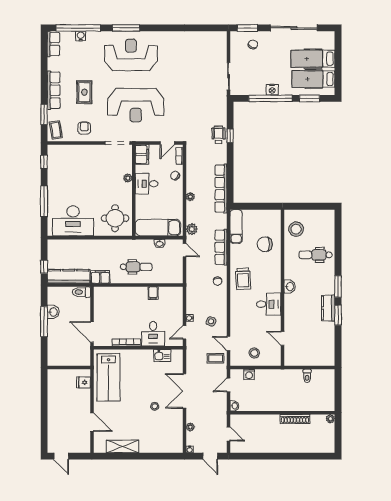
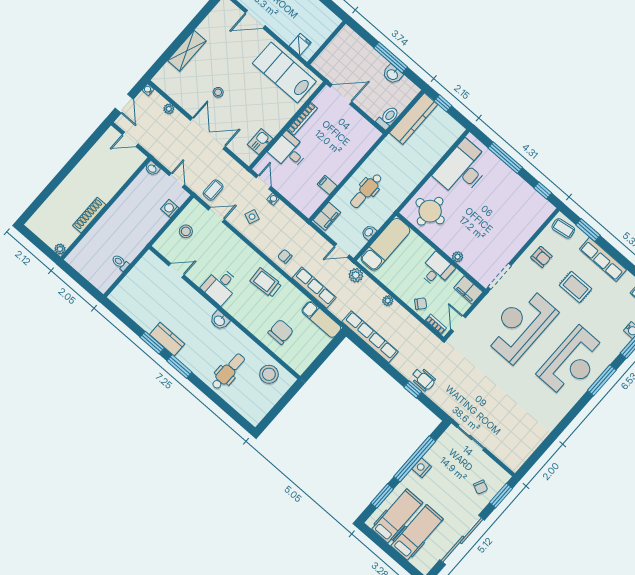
filing cabinet: (100, 277) -> (327, 216), moved
shelving: (122, 446) -> (187, 51), moved
door: (210, 456) -> (124, 104), swing flipped

